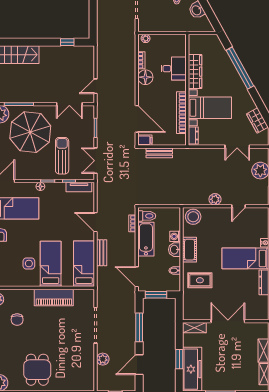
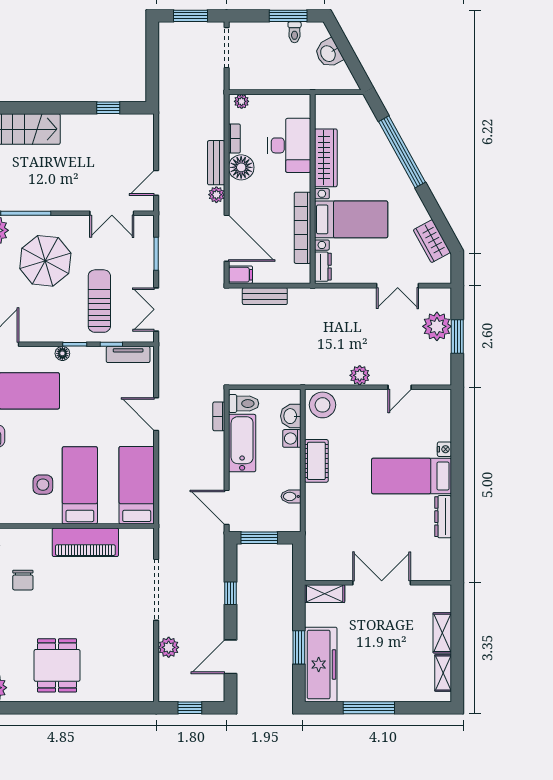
desk: (174, 69) -> (289, 145), width x1.37
plant: (131, 93) -> (216, 195), added
parasol: (30, 132) -> (45, 261), width x0.73, depth x0.73
washbasin: (175, 250) -> (291, 416), moved
bench: (102, 253) -> (216, 163), moved
rug: (200, 280) -> (334, 513), removed
window: (139, 327) -> (230, 593), width x0.46

